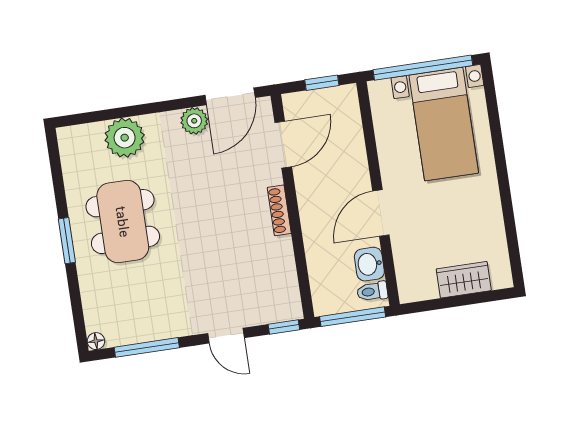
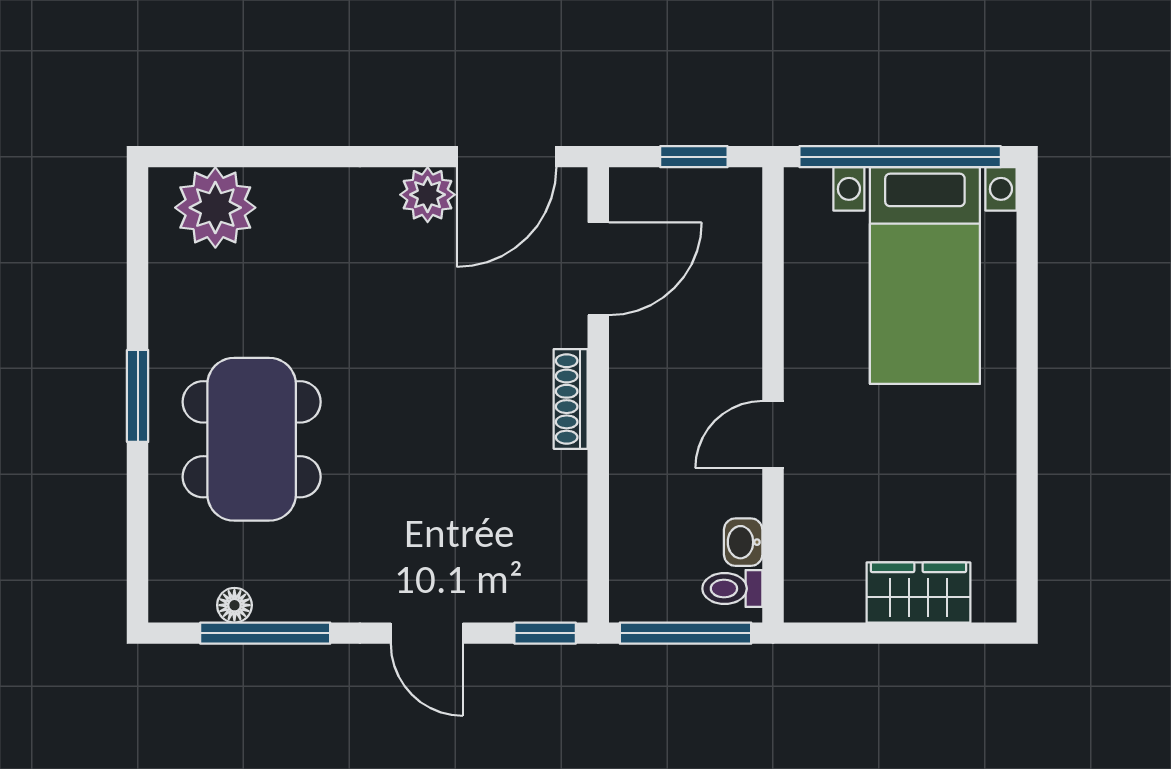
plant: (125, 138) -> (215, 208), moved
door: (381, 213) -> (773, 434), width x0.73
dining table: (123, 222) -> (252, 439), moved
washbasin: (369, 264) -> (743, 542), width x0.72, depth x0.69
floor lamp: (96, 341) -> (234, 605), moved

